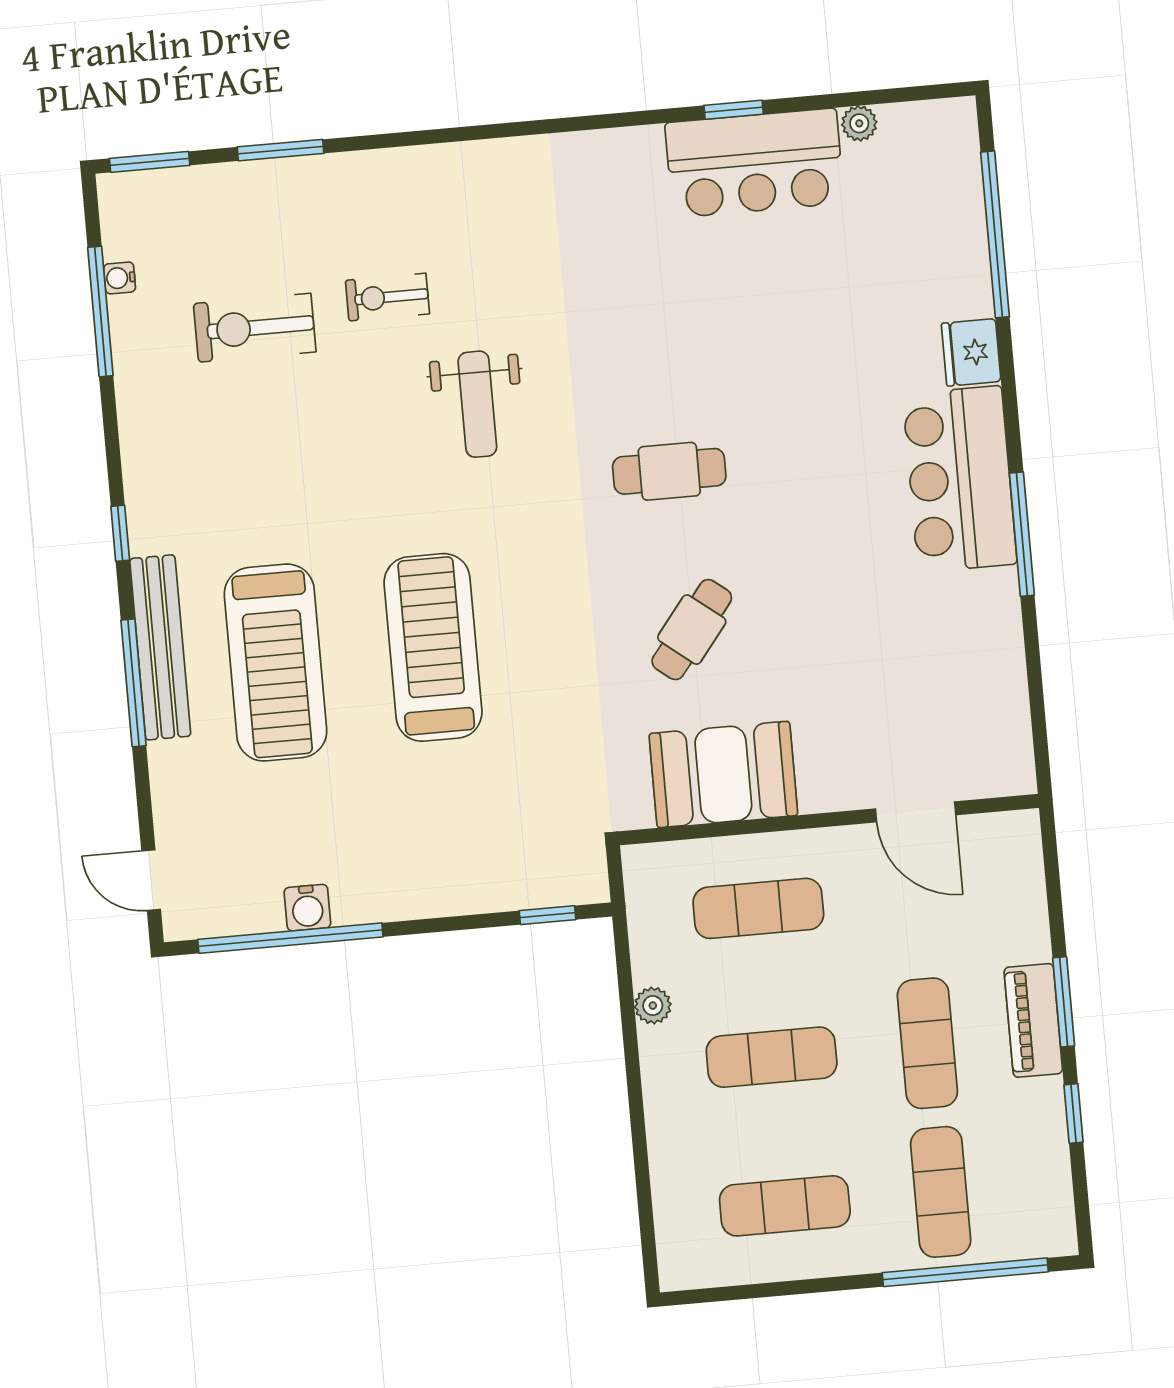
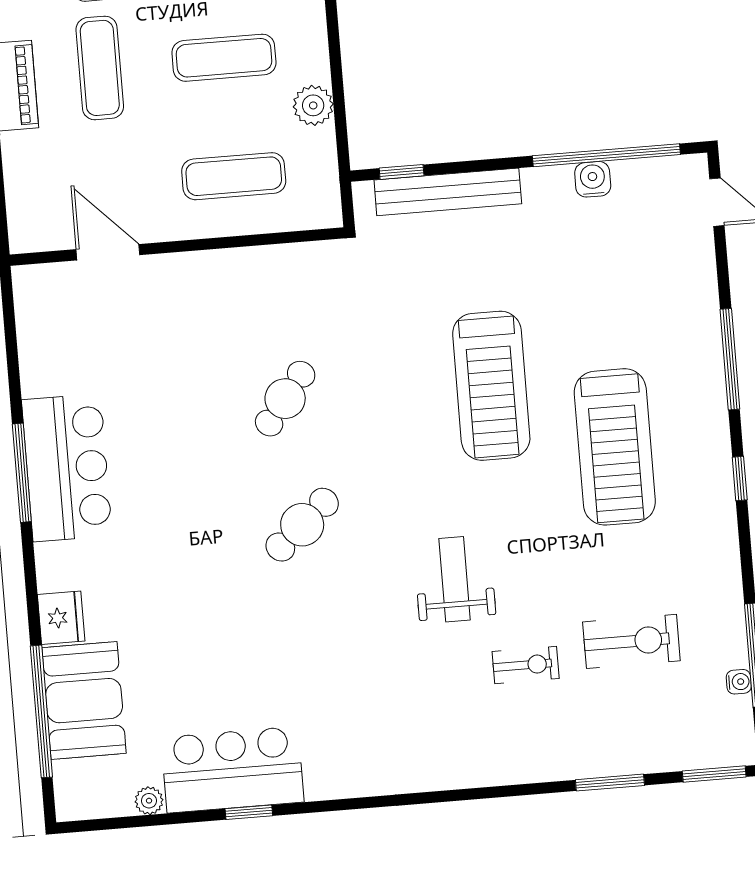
cafe table: (669, 471) -> (302, 525), turned -41
bar counter: (960, 479) -> (67, 468), moved
bench: (160, 647) -> (448, 192), moved, turned 90
treadmill: (275, 663) -> (615, 447), moved, turned 180
booth: (723, 774) -> (84, 701), moved, turned 90
plant: (653, 1006) -> (313, 105), width x1.38, depth x1.38

